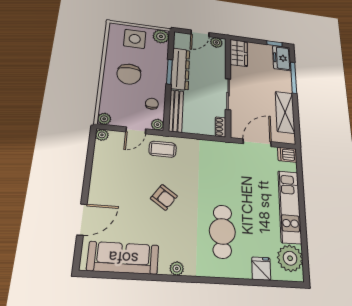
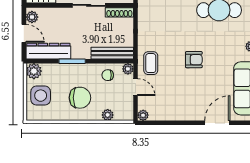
dresser: (180, 69) -> (48, 51), moved
plant: (104, 119) -> (108, 115), moved
shoe rack: (221, 127) -> (119, 12), width x1.43
armchair: (164, 197) -> (194, 60), turned 55
door: (82, 219) -> (217, 123), hinge flipped

